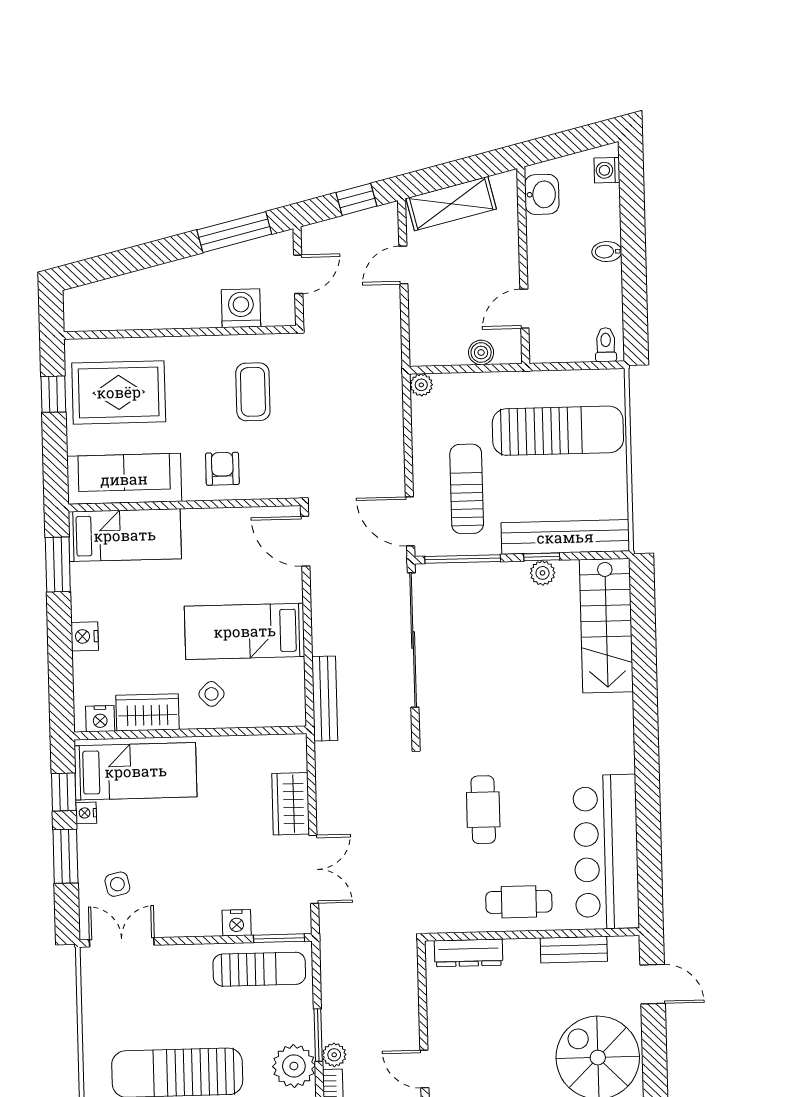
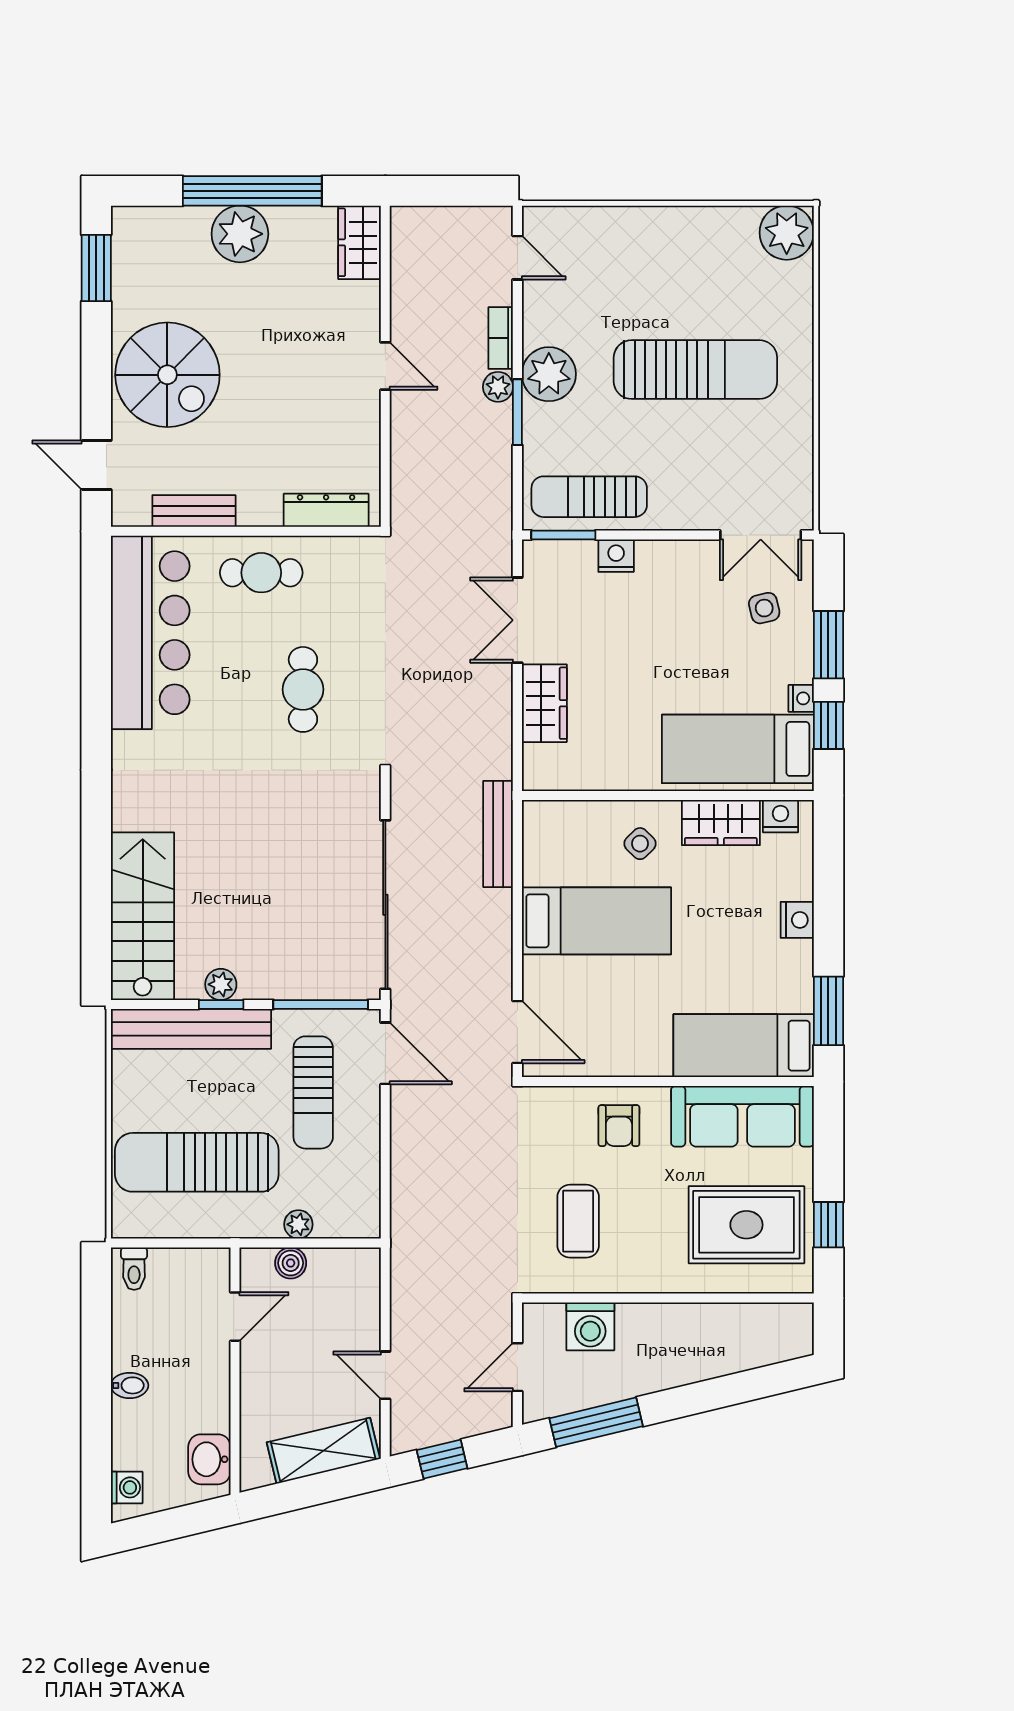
door: (403, 265) -> (385, 1375), swing flipped
plant: (421, 385) -> (298, 1224), moved

